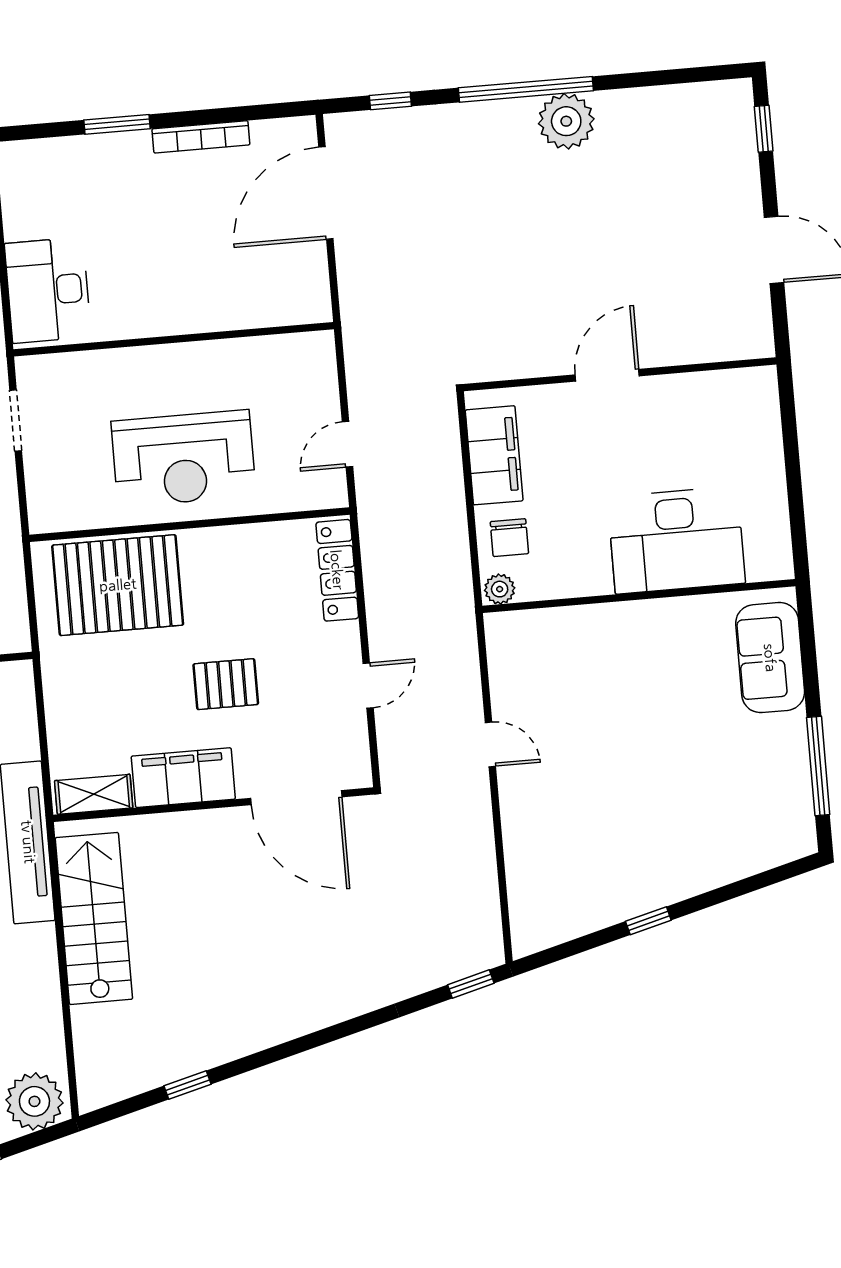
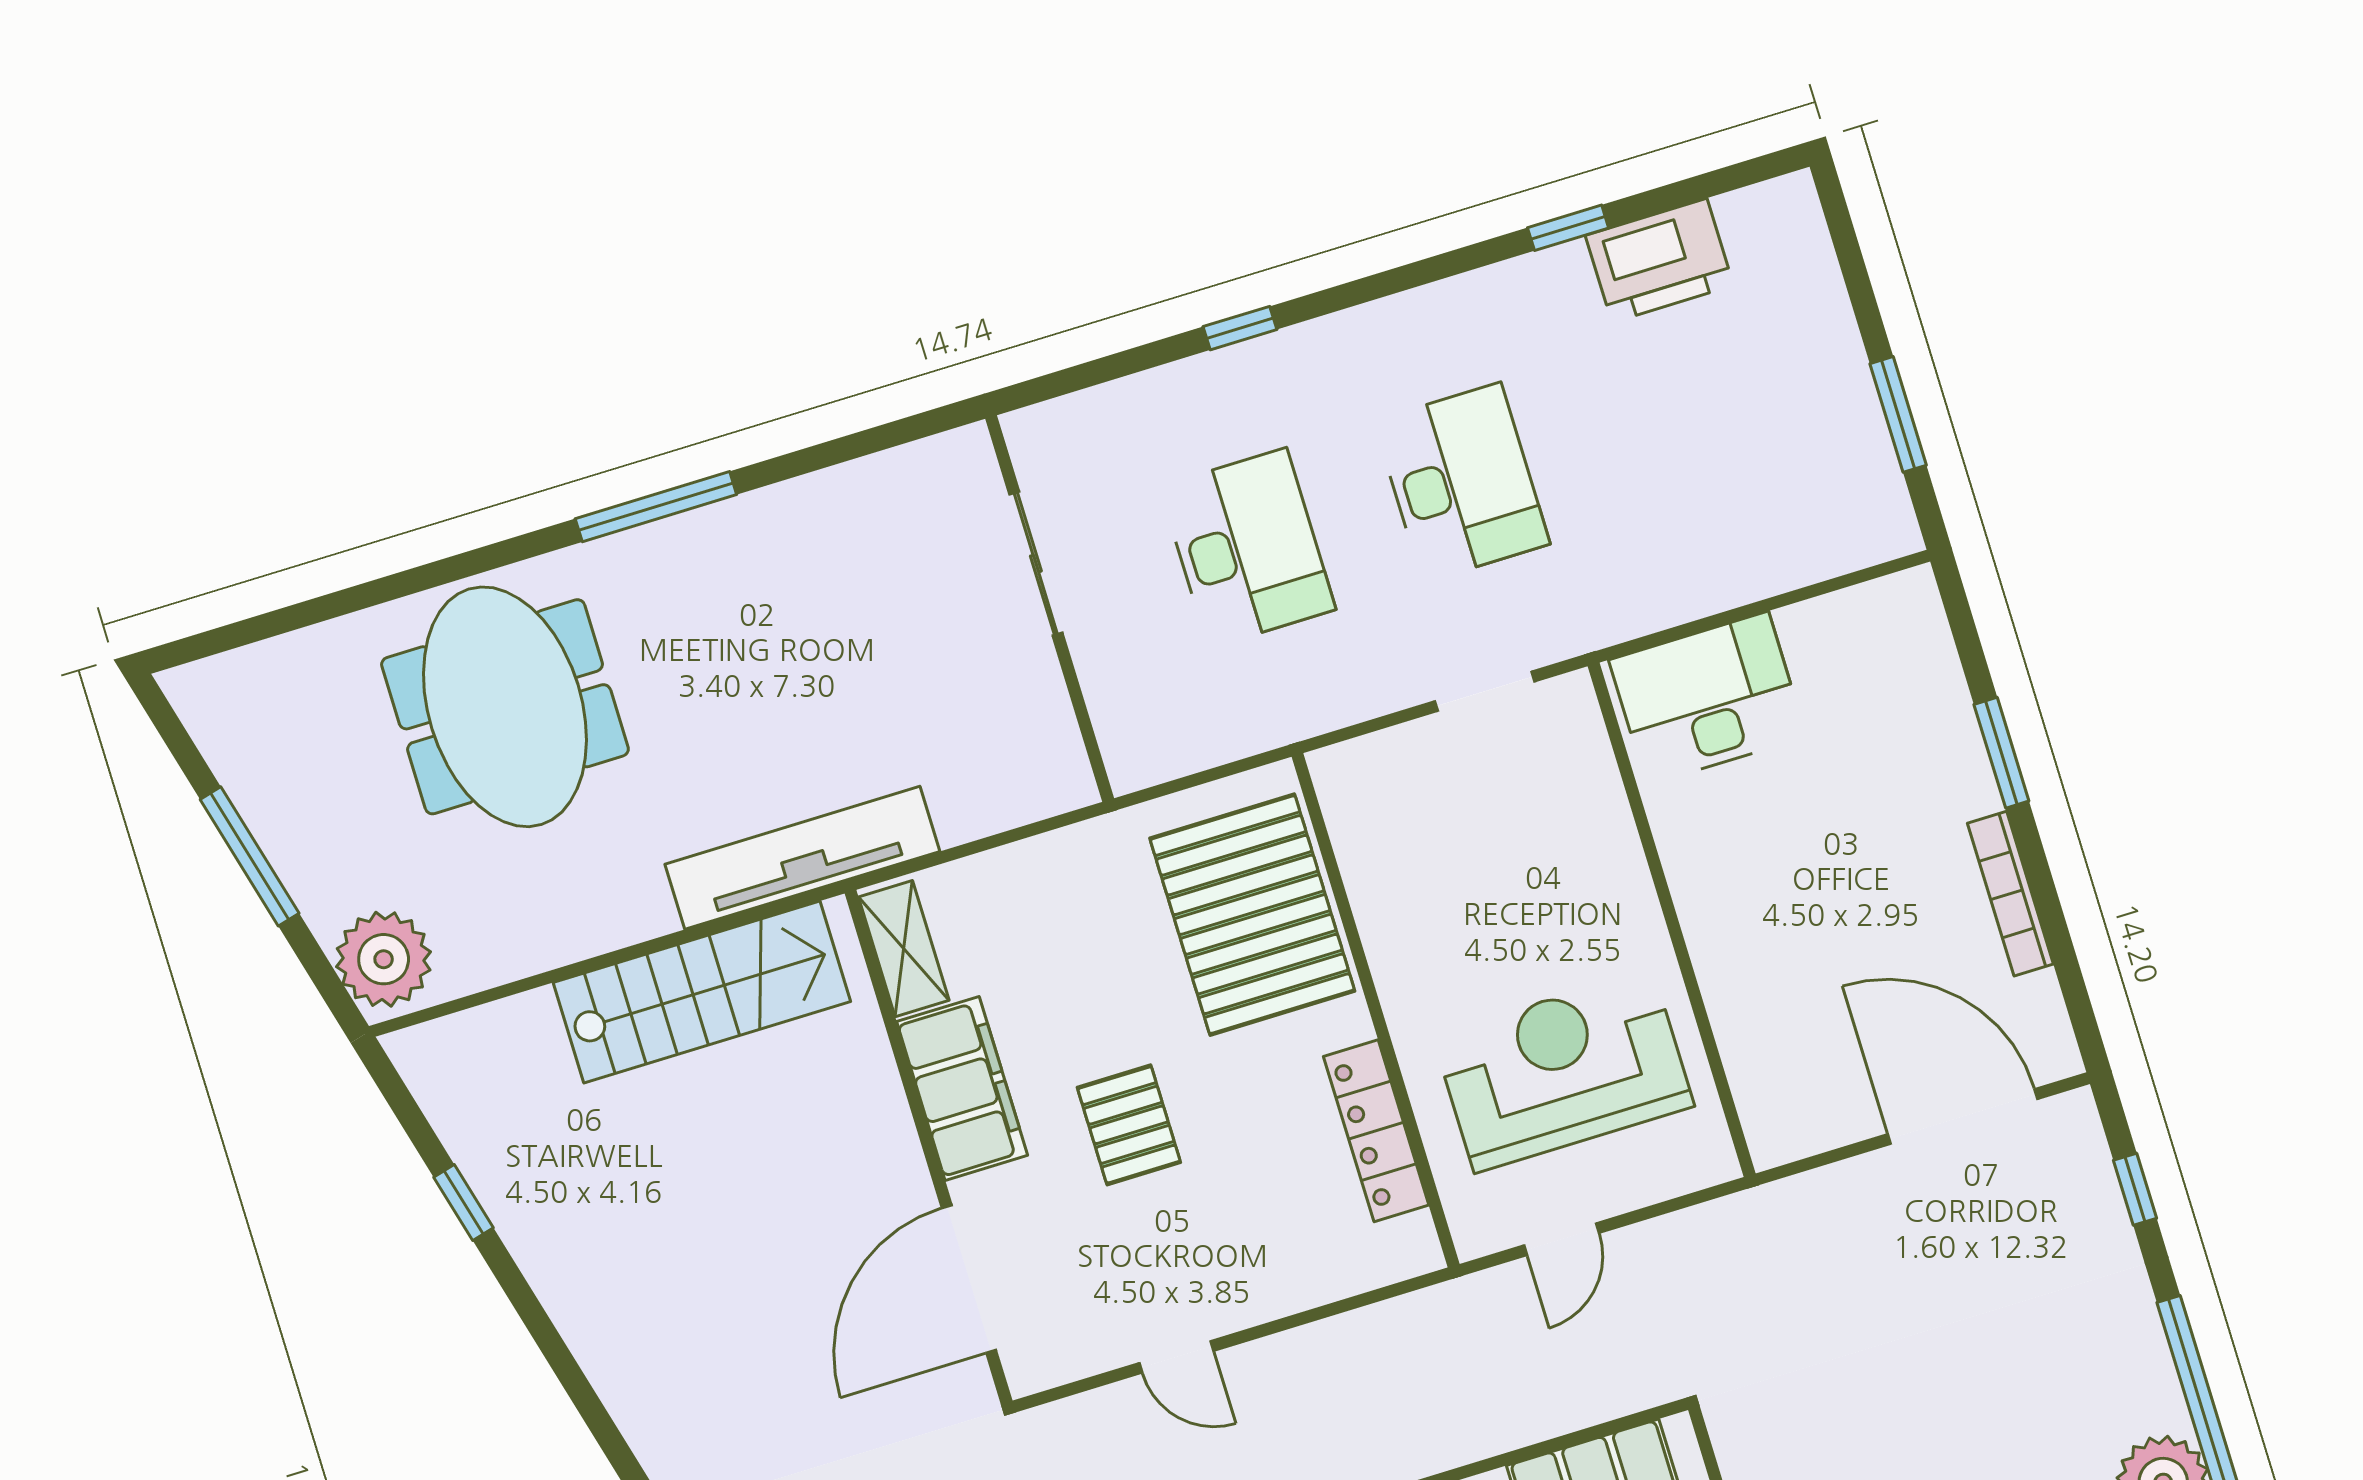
door: (347, 444) -> (1561, 1239), swing flipped
reception desk: (184, 459) -> (1563, 1071), moved, turned 90
locker: (337, 570) -> (1376, 1131), moved, turned -90

